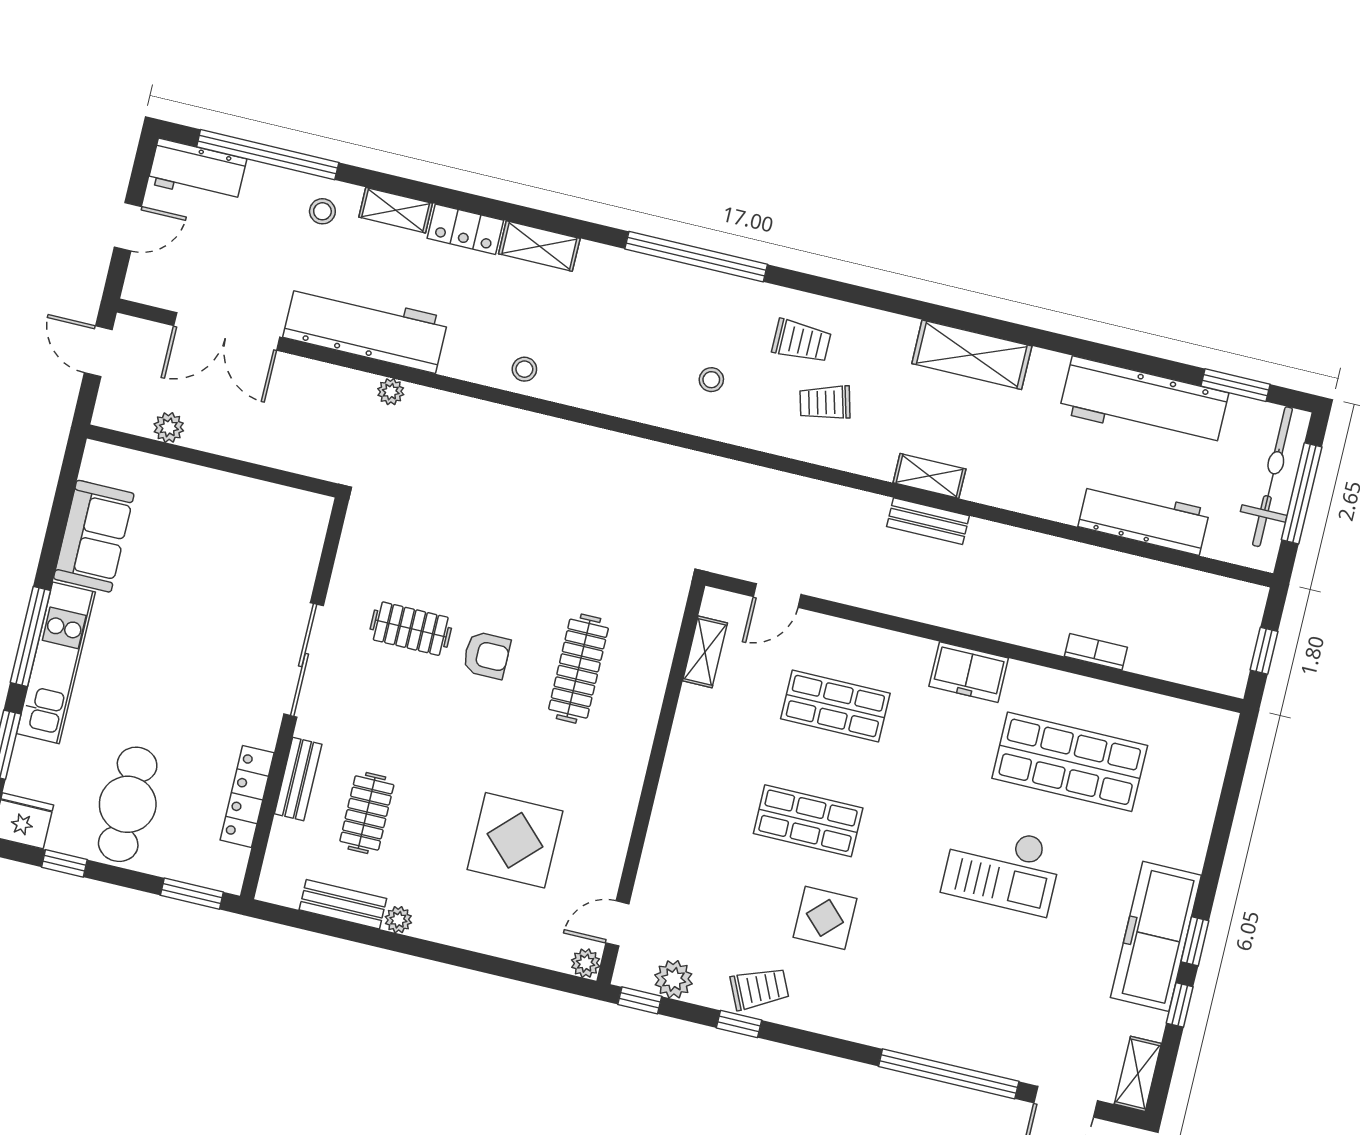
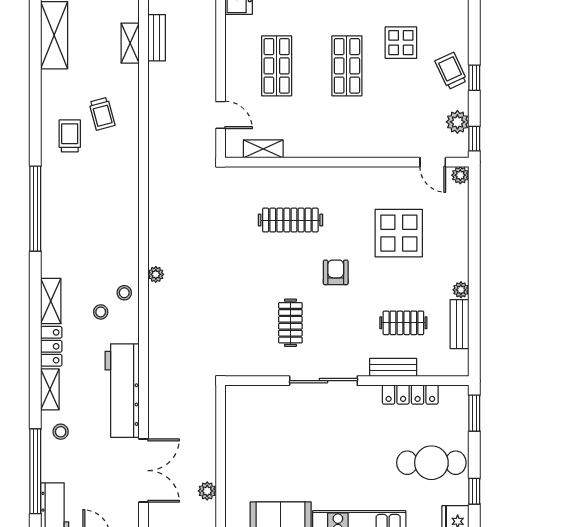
stool: (711, 380) -> (101, 312), moved
plant: (391, 392) -> (156, 274), moved
armchair: (487, 655) -> (336, 272), moved

